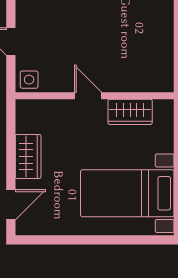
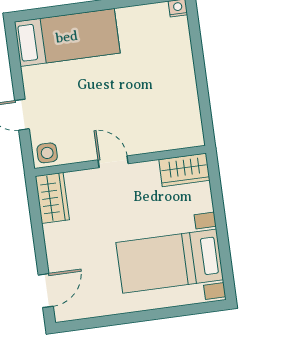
wardrobe: (130, 112) -> (184, 170), moved
wardrobe: (28, 156) -> (52, 198), moved

